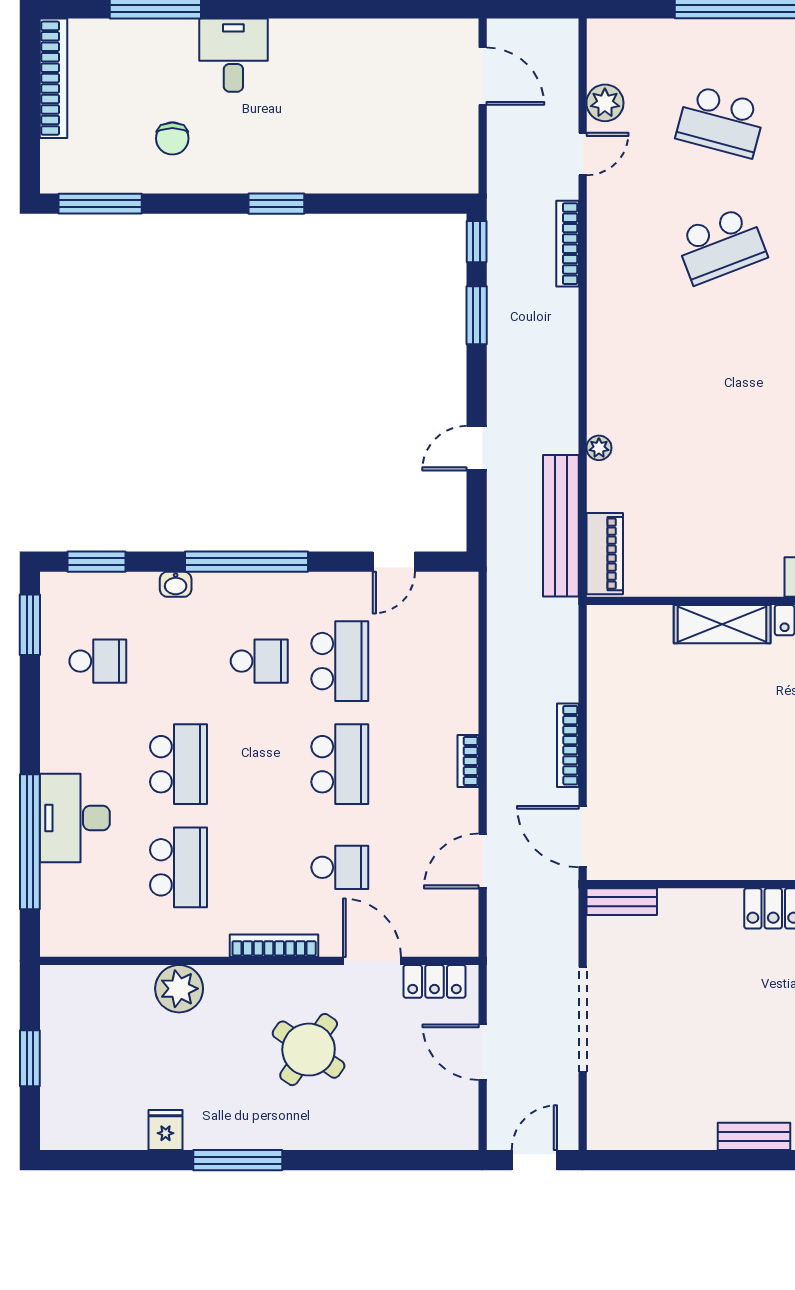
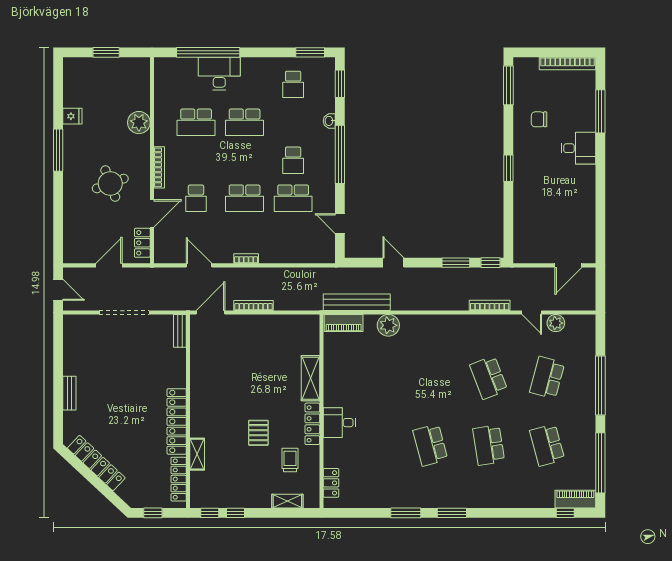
plant: (599, 448) -> (388, 325), width x1.87, depth x1.87
round table: (309, 1050) -> (110, 184), turned 35

